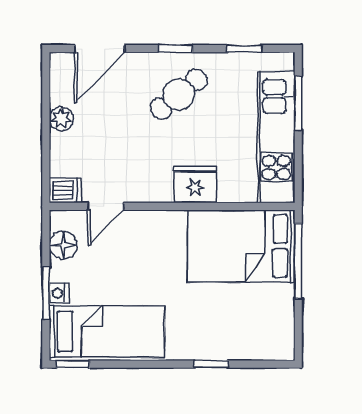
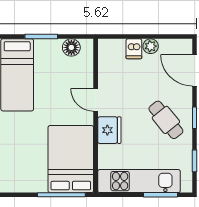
dishwasher: (65, 190) -> (134, 49), moved
door: (106, 206) -> (96, 100), moved
nightstand: (59, 293) -> (41, 45), removed

